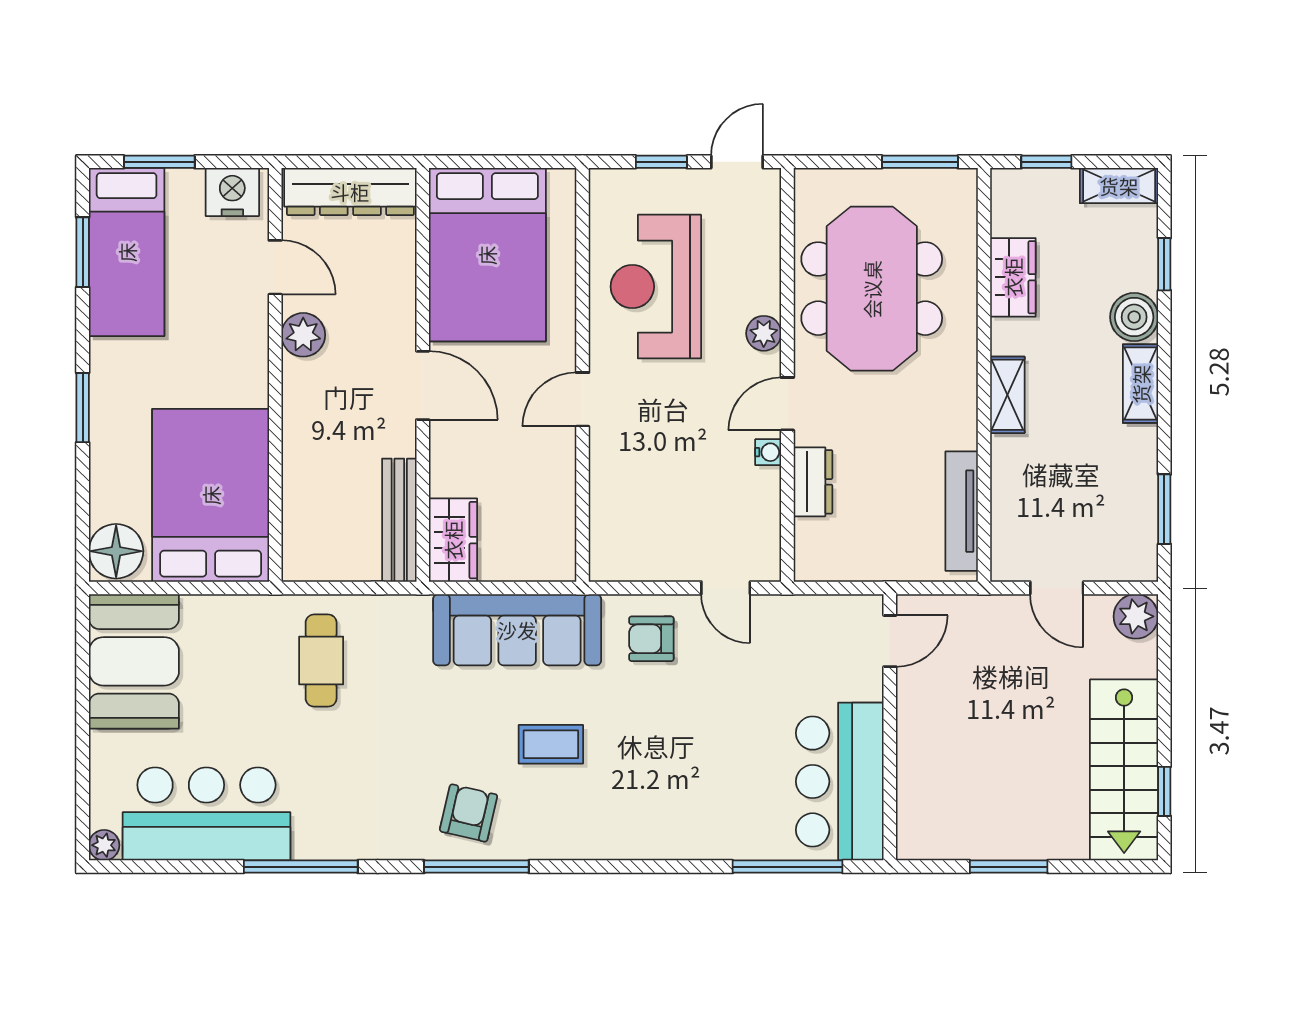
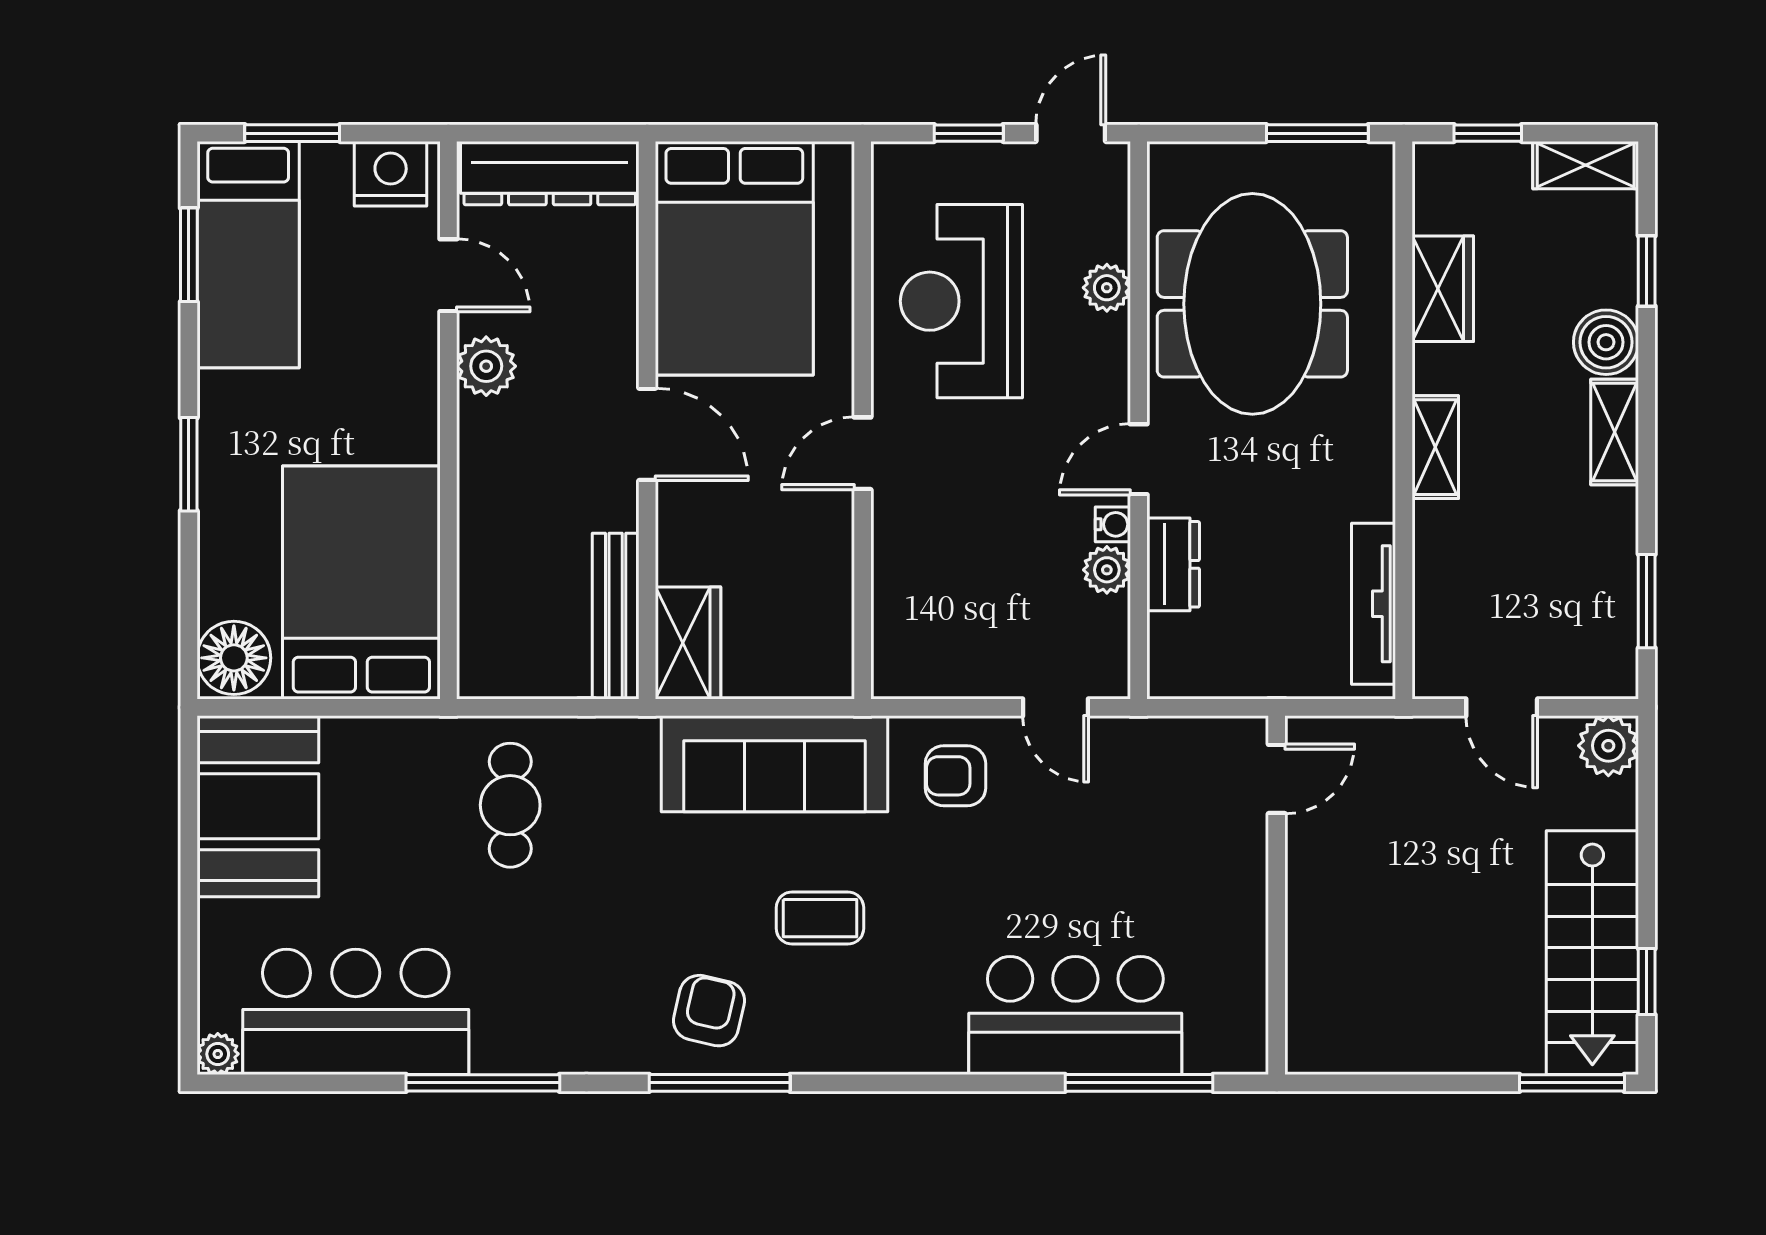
plant: (764, 333) -> (1107, 288), moved
plant: (764, 486) -> (1107, 570), added
bar counter: (840, 781) -> (1075, 1015), moved, turned 90
window: (1009, 867) -> (1572, 1083), moved

